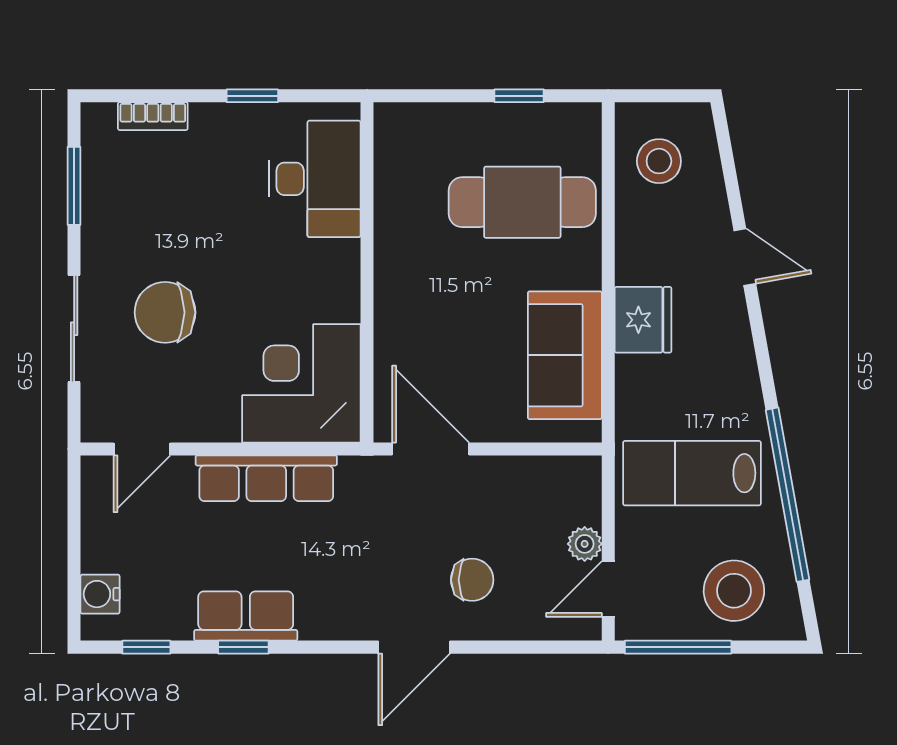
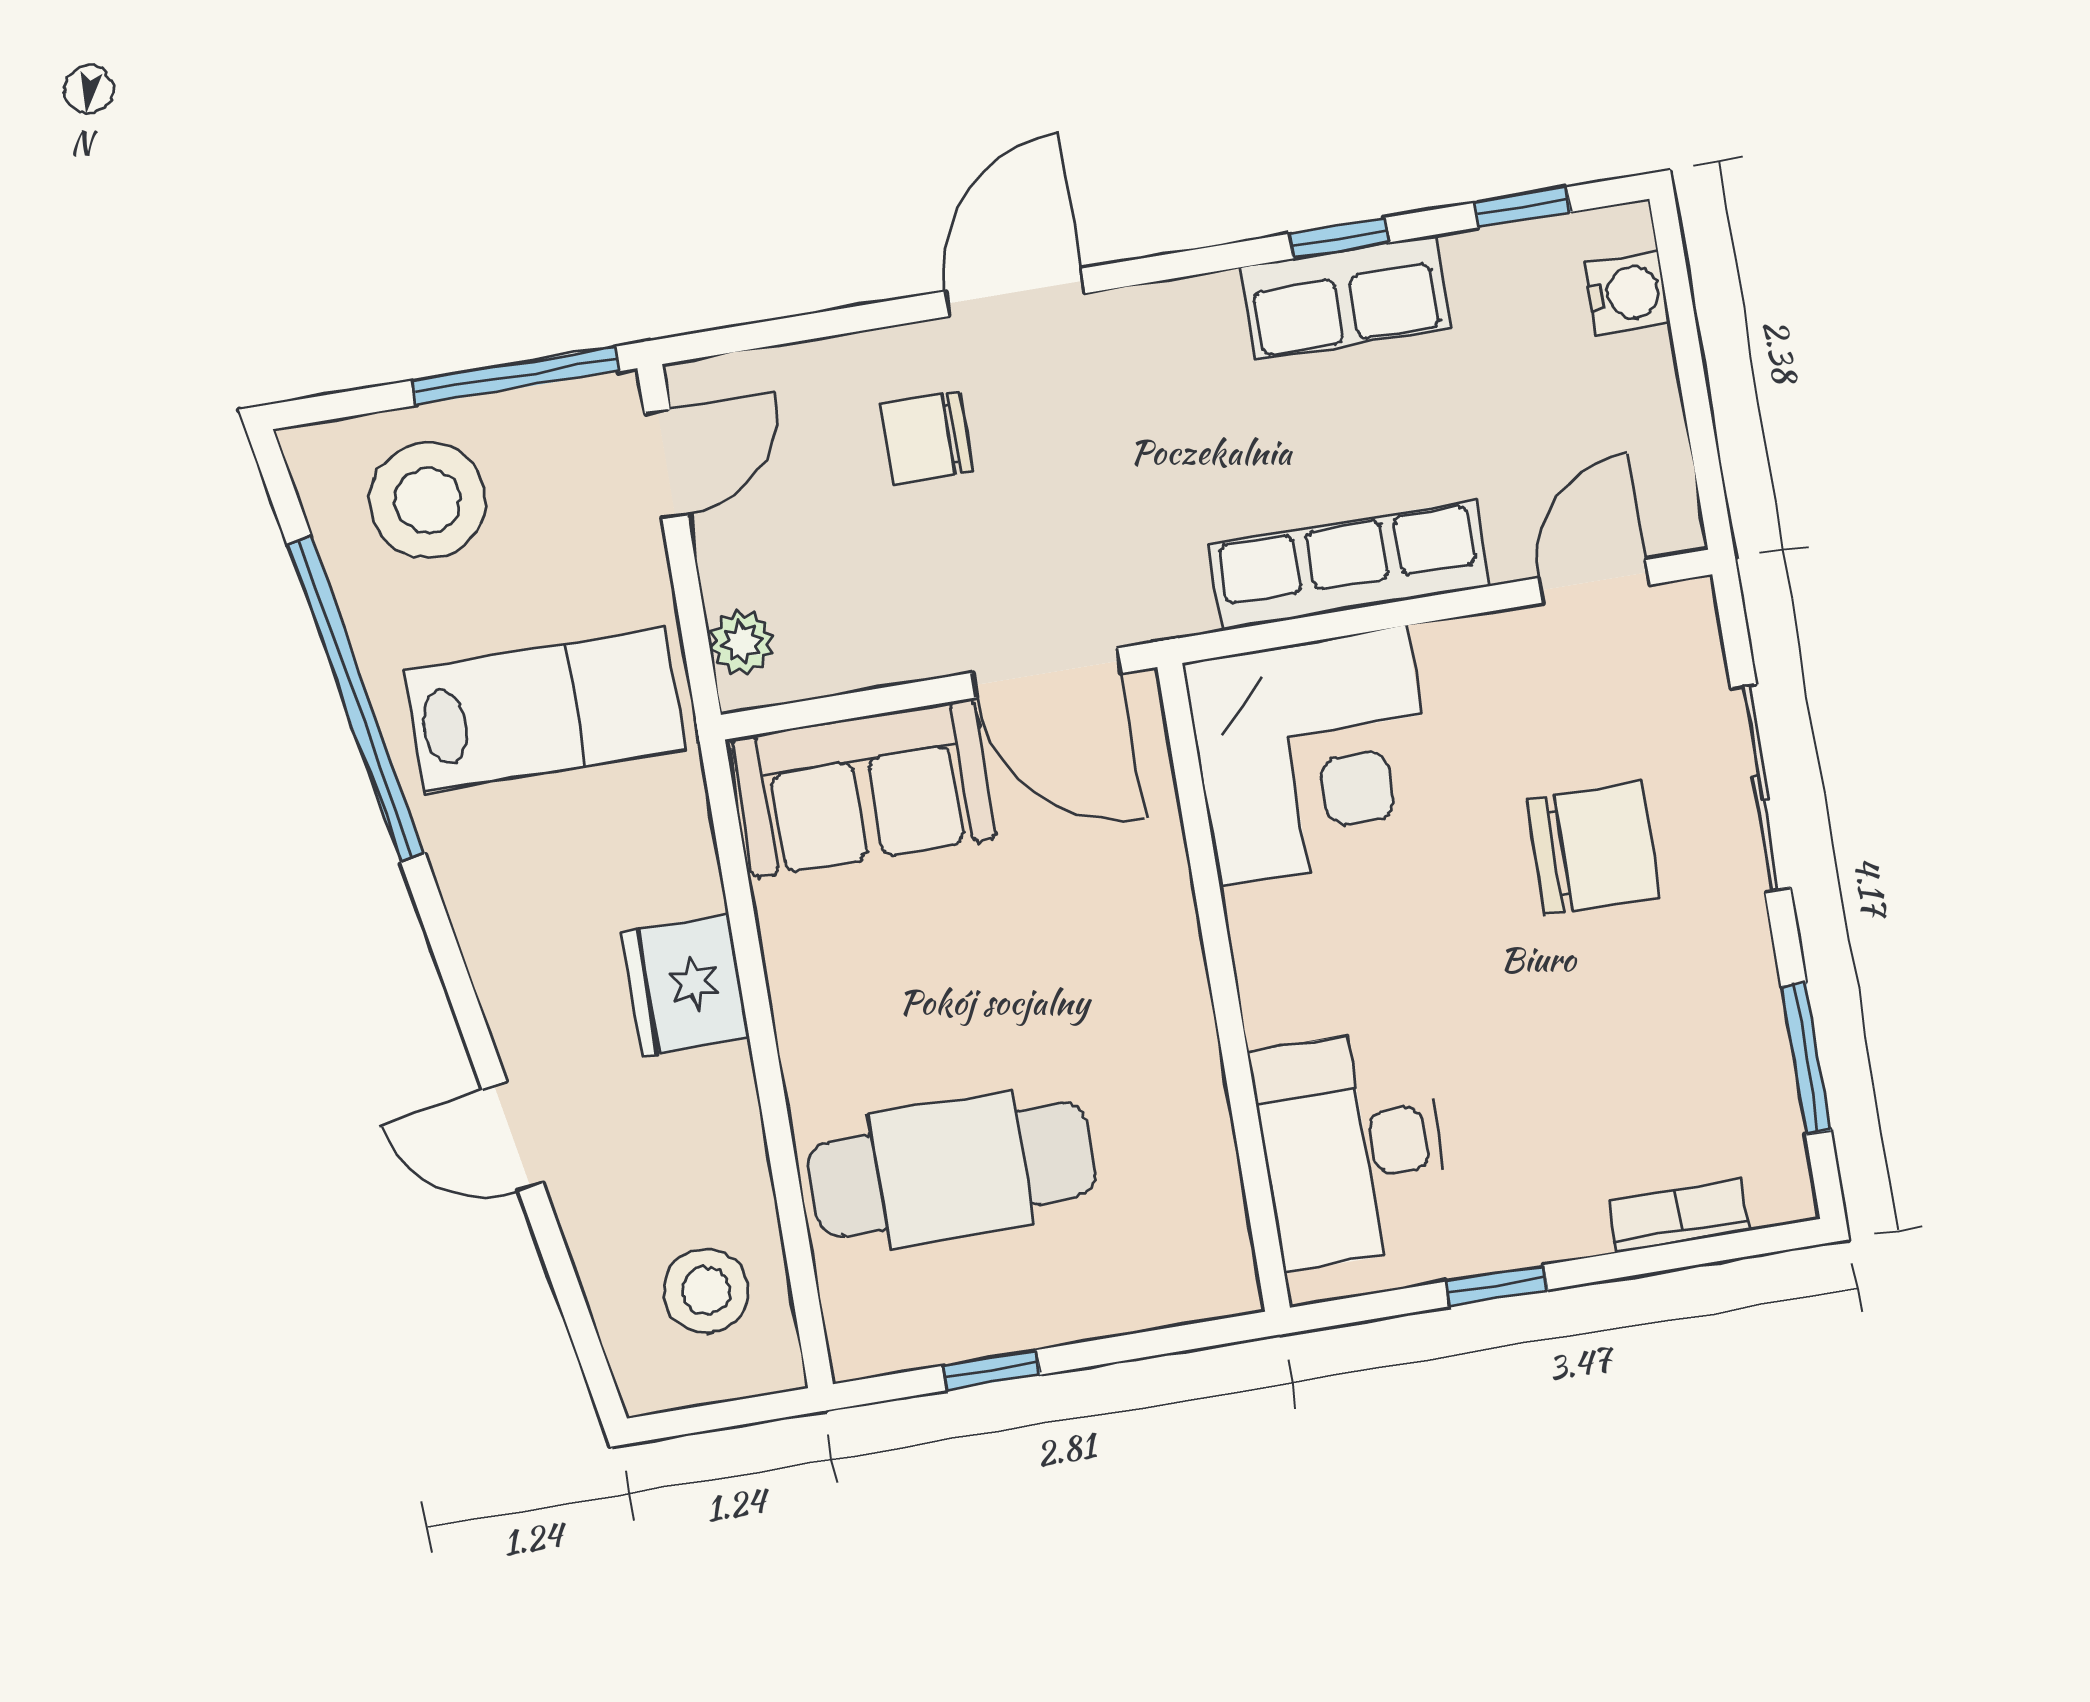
sofa: (565, 355) -> (864, 788), moved, turned 90
plant: (585, 544) -> (742, 643), moved

